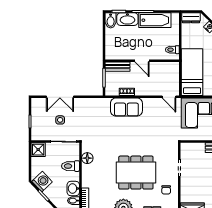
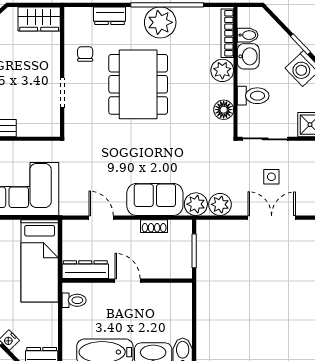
bench: (118, 67) -> (171, 270), removed
dresser: (166, 67) -> (85, 270), added
door: (169, 97) -> (101, 218), moved
plant: (89, 104) -> (220, 204), added
plant: (103, 104) -> (196, 204), added
dining table: (136, 173) -> (138, 84), turned 90
plant: (88, 180) -> (222, 70), added

